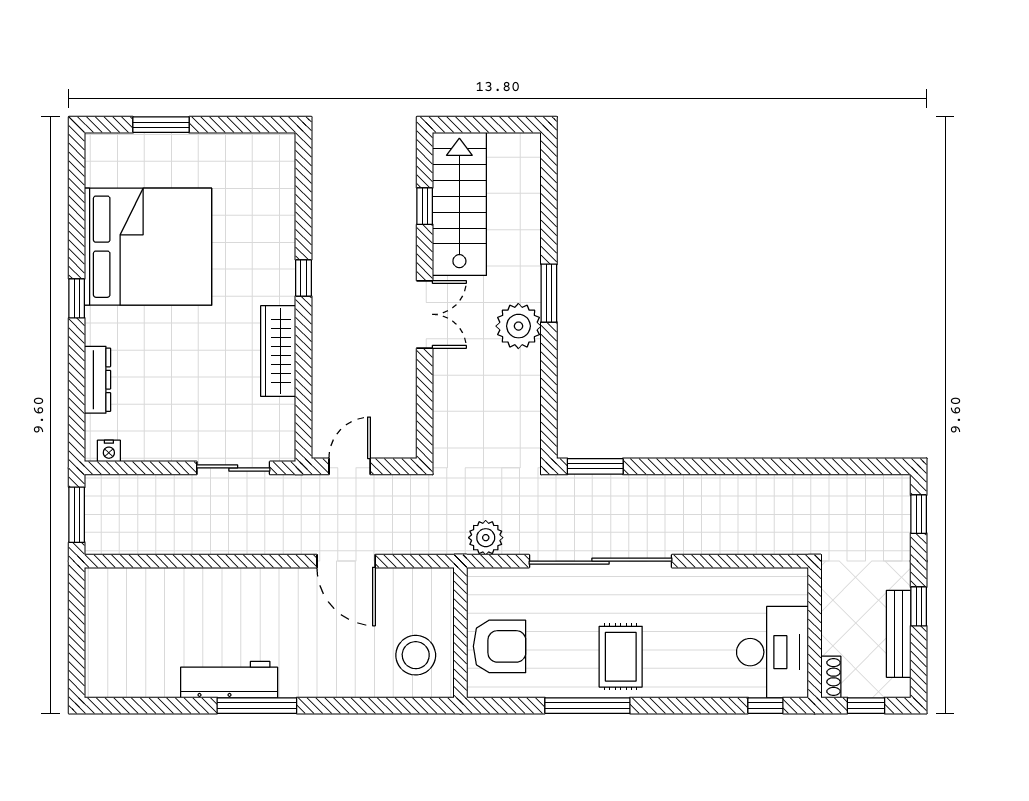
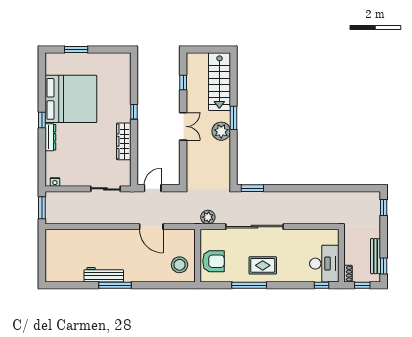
stairs: (459, 204) -> (219, 82), moved, turned 180
dresser: (98, 380) -> (50, 137), moved
window: (919, 606) -> (384, 266), moved
rug: (621, 657) -> (263, 265), turned 90

